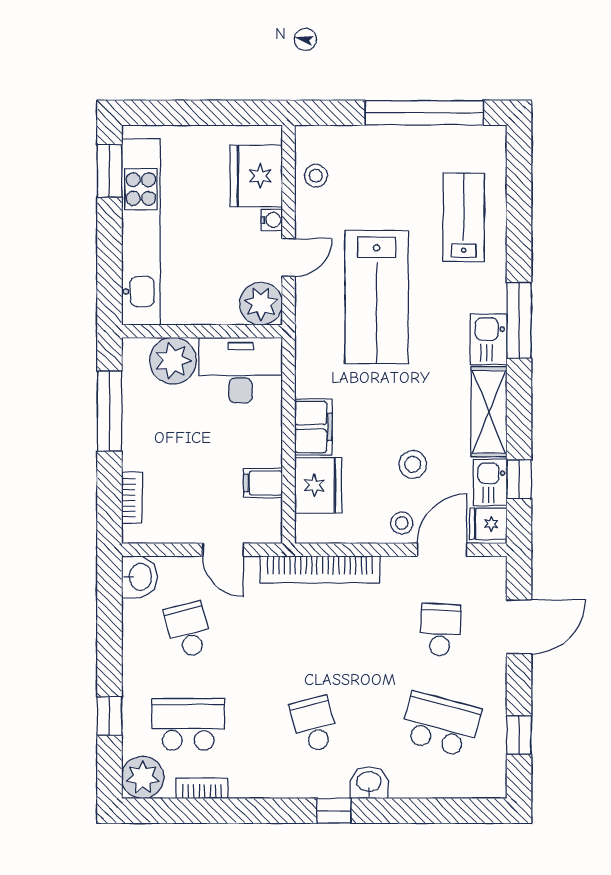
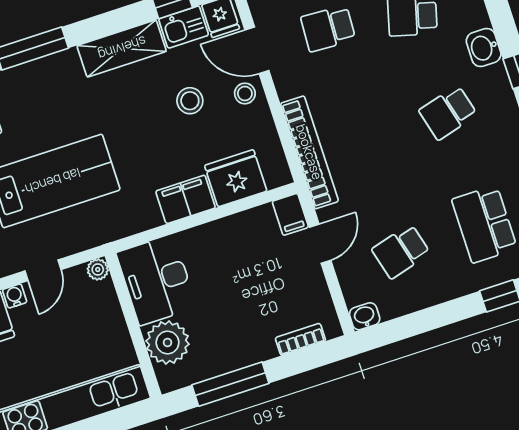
door: (288, 257) -> (43, 270), swing flipped
plant: (261, 304) -> (98, 269), width x0.53, depth x0.53
kitchen sink: (489, 339) -> (57, 70), removed
filing cabinet: (263, 483) -> (290, 214), moved
washbasin: (139, 577) -> (365, 316), width x0.72, depth x0.69

